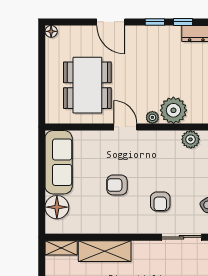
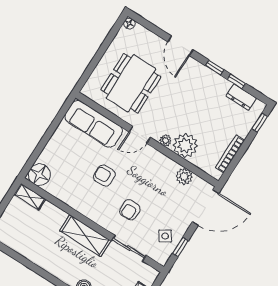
door: (125, 127) -> (140, 135), swing flipped
sofa: (59, 162) -> (94, 124), moved, turned 90
floor lamp: (57, 207) -> (39, 175), moved
shelving: (105, 251) -> (85, 236), moved

